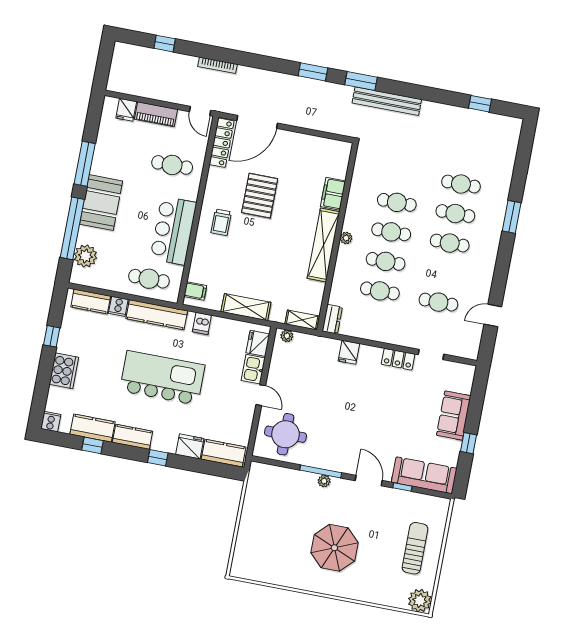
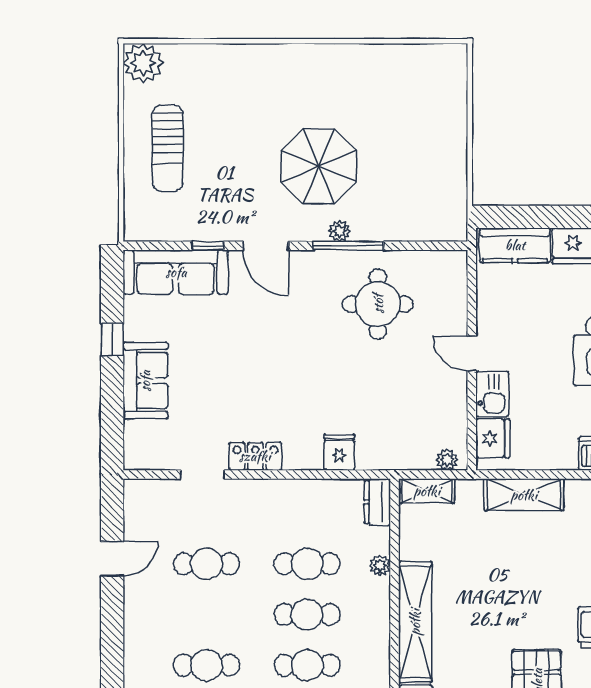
plant: (346, 238) -> (380, 565), moved
round table: (286, 434) -> (378, 304), moved
parasol: (334, 548) -> (319, 166), moved

